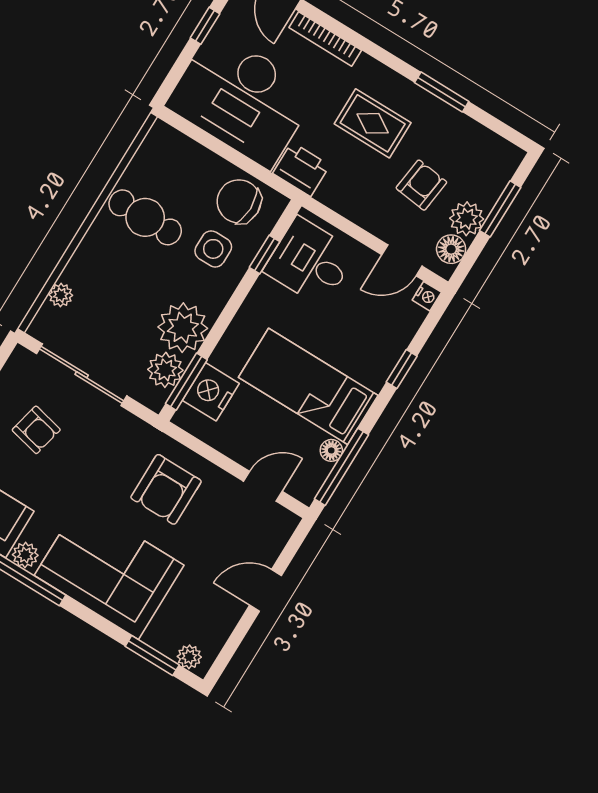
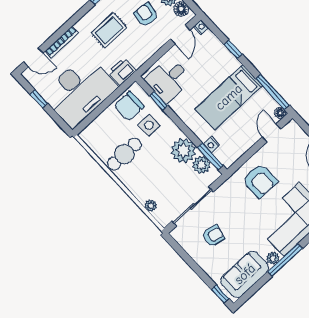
nightstand: (211, 392) -> (211, 145), width x0.53, depth x0.56
floor lamp: (331, 450) -> (280, 113), moved

